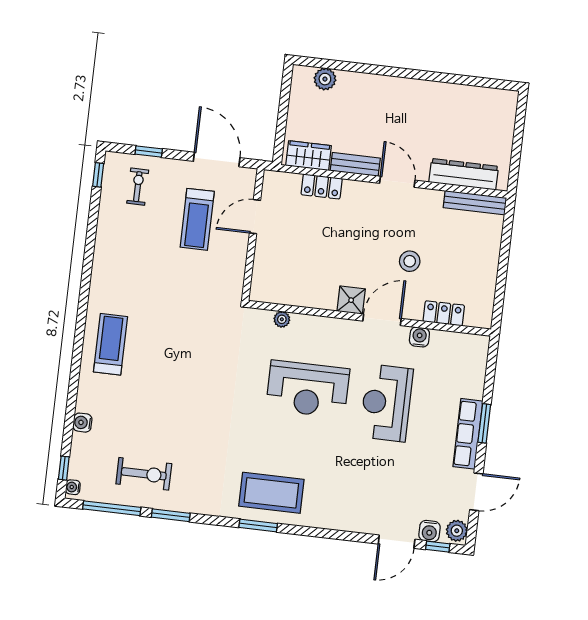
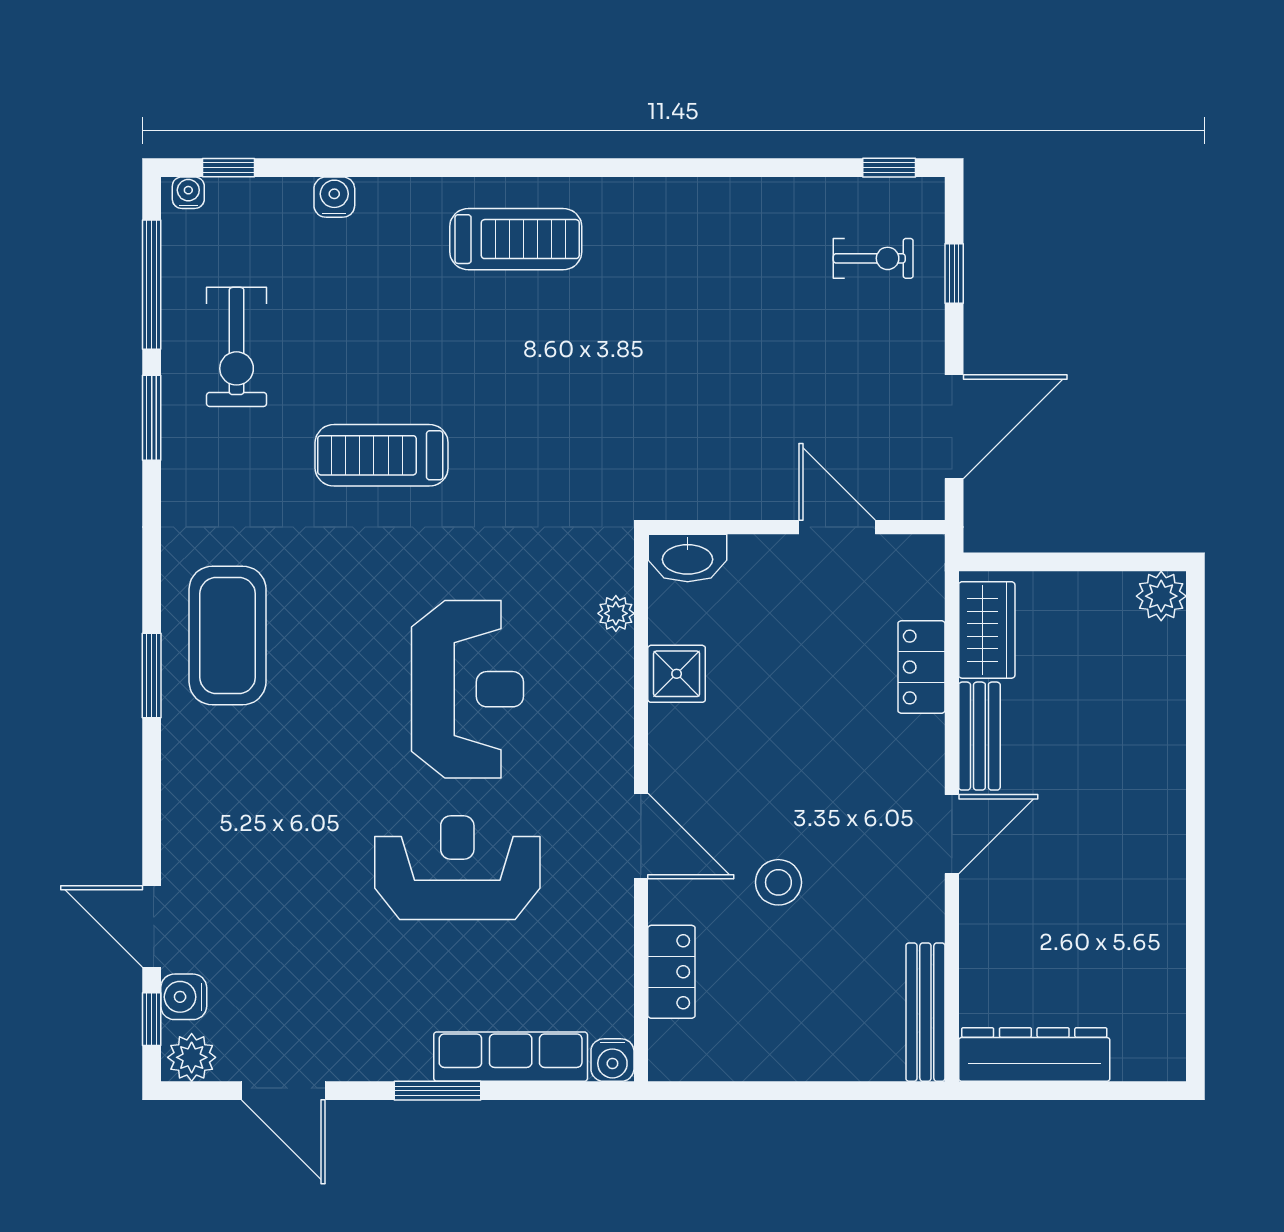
plant: (325, 79) -> (1161, 596), moved
dresser: (464, 174) -> (1034, 1055), moved, turned -90
treadmill: (197, 219) -> (382, 455), moved
washbasin: (261, 285) -> (688, 558), added
shower: (351, 300) -> (677, 674), moved
water cooler: (419, 337) -> (612, 1060), moved, turned 90
reception desk: (308, 389) -> (467, 689), turned 180
row of seats: (468, 434) -> (511, 1057), moved
window: (258, 525) -> (152, 676), moved

